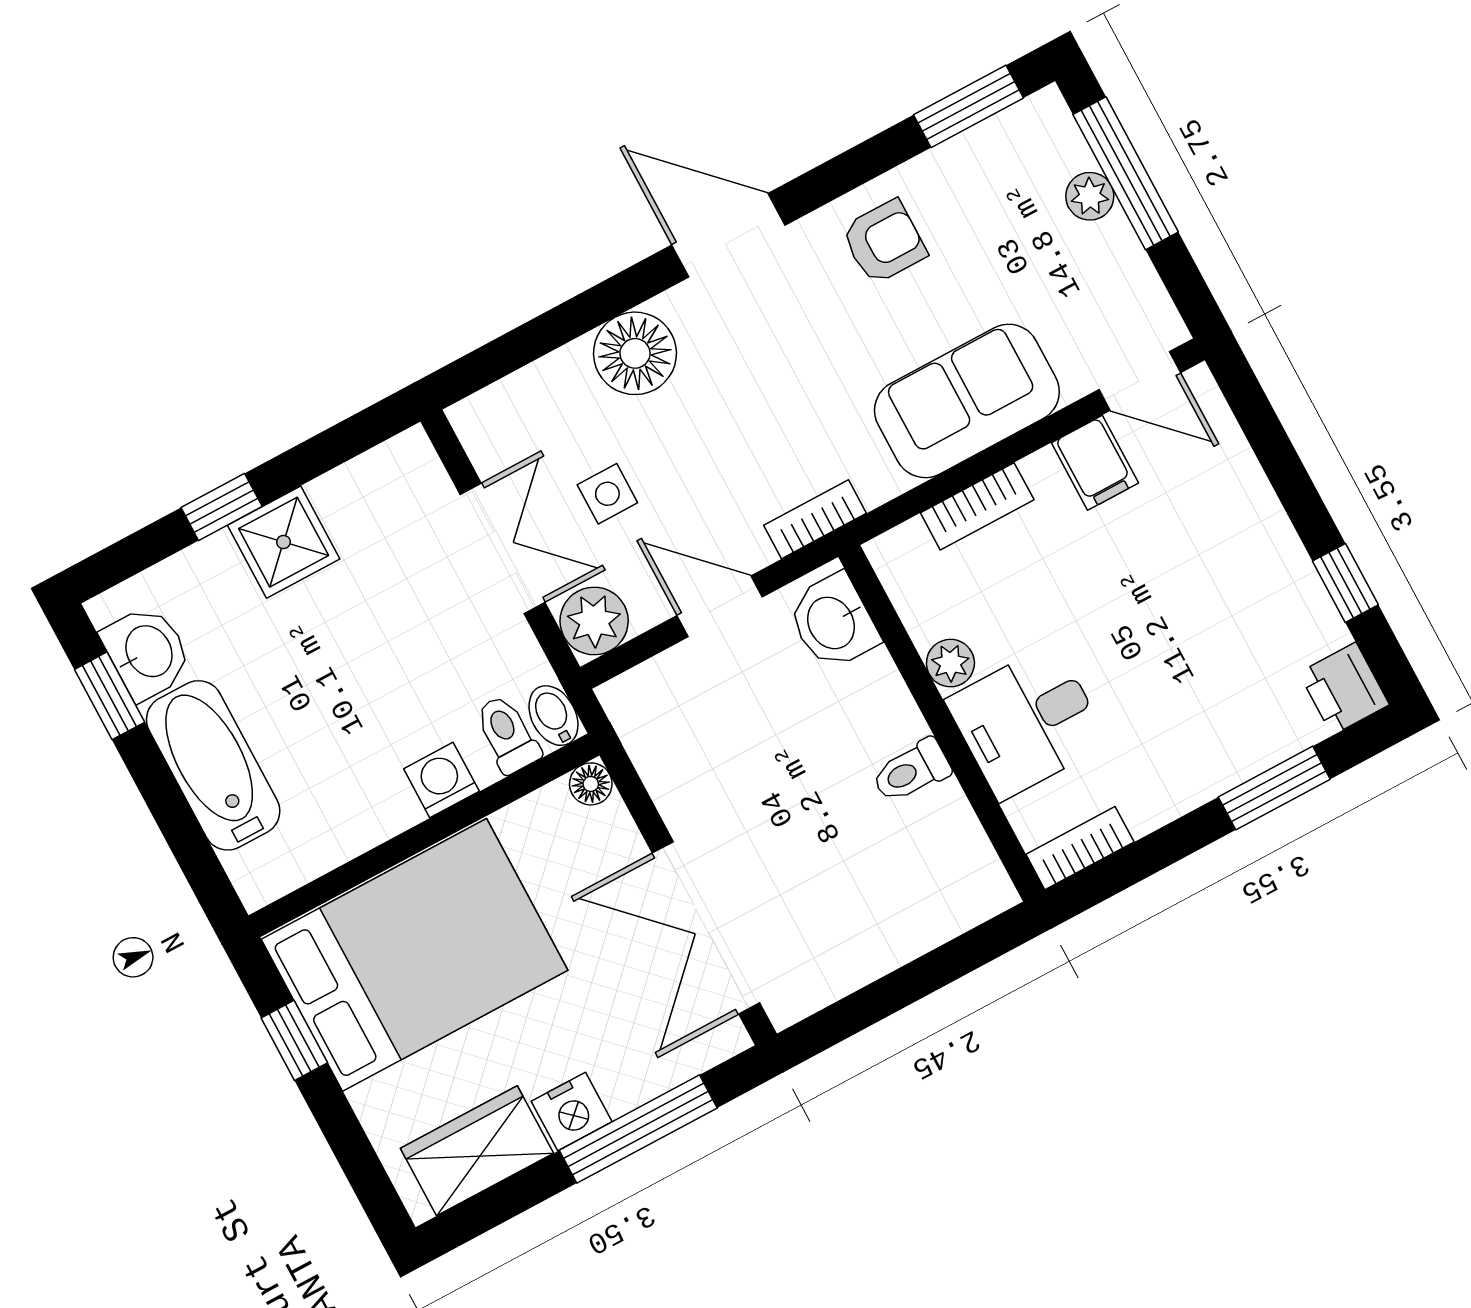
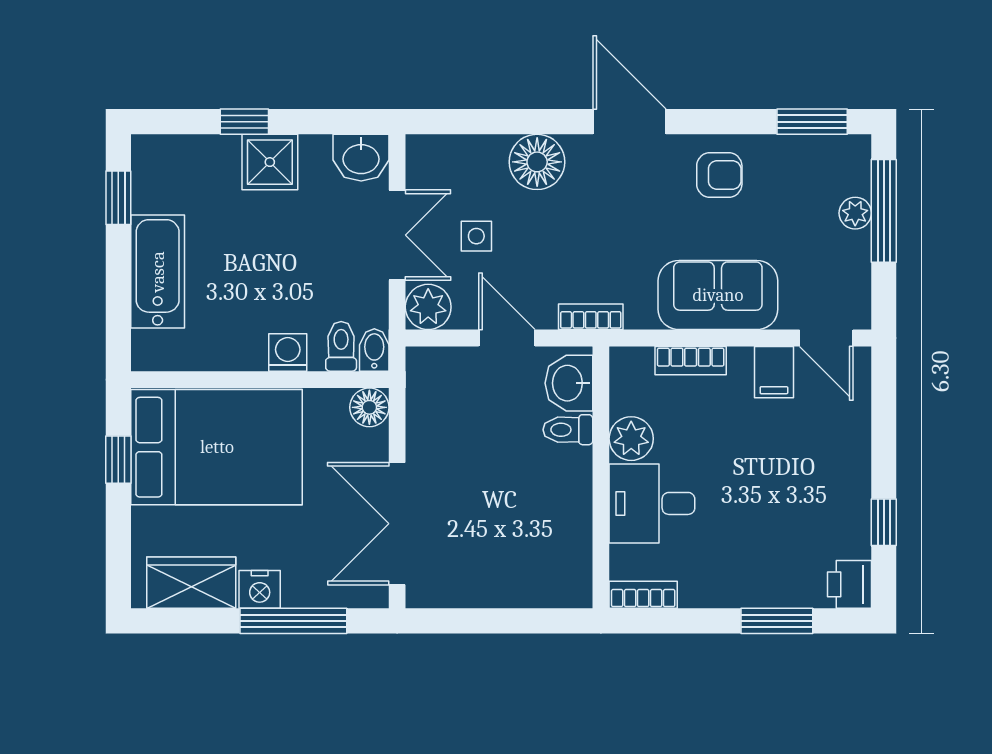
washbasin: (147, 652) -> (361, 158), moved, turned 90
plant: (950, 663) -> (631, 439), width x1.38, depth x1.38
toilet: (911, 771) -> (568, 430), moved
floor lamp: (591, 784) -> (369, 407), width x1.37, depth x1.37

